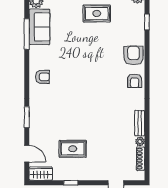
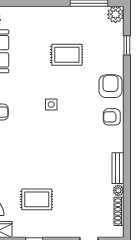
rug: (97, 13) -> (67, 55), moved
side table: (85, 71) -> (51, 104), added
armchair: (135, 81) -> (112, 117), turned 90

